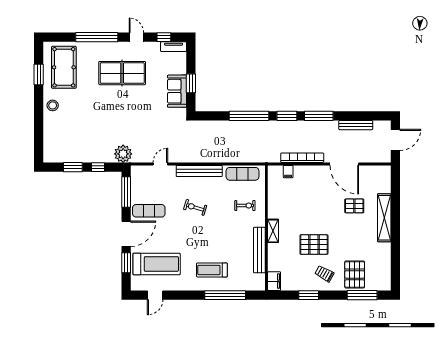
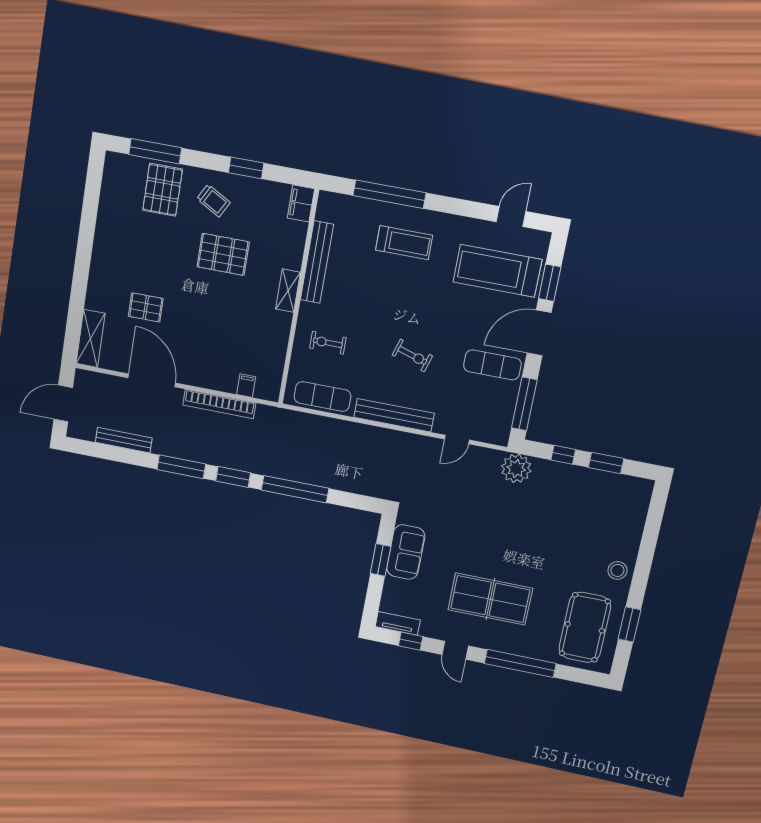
shelving: (384, 218) -> (91, 338), moved, width x0.68

